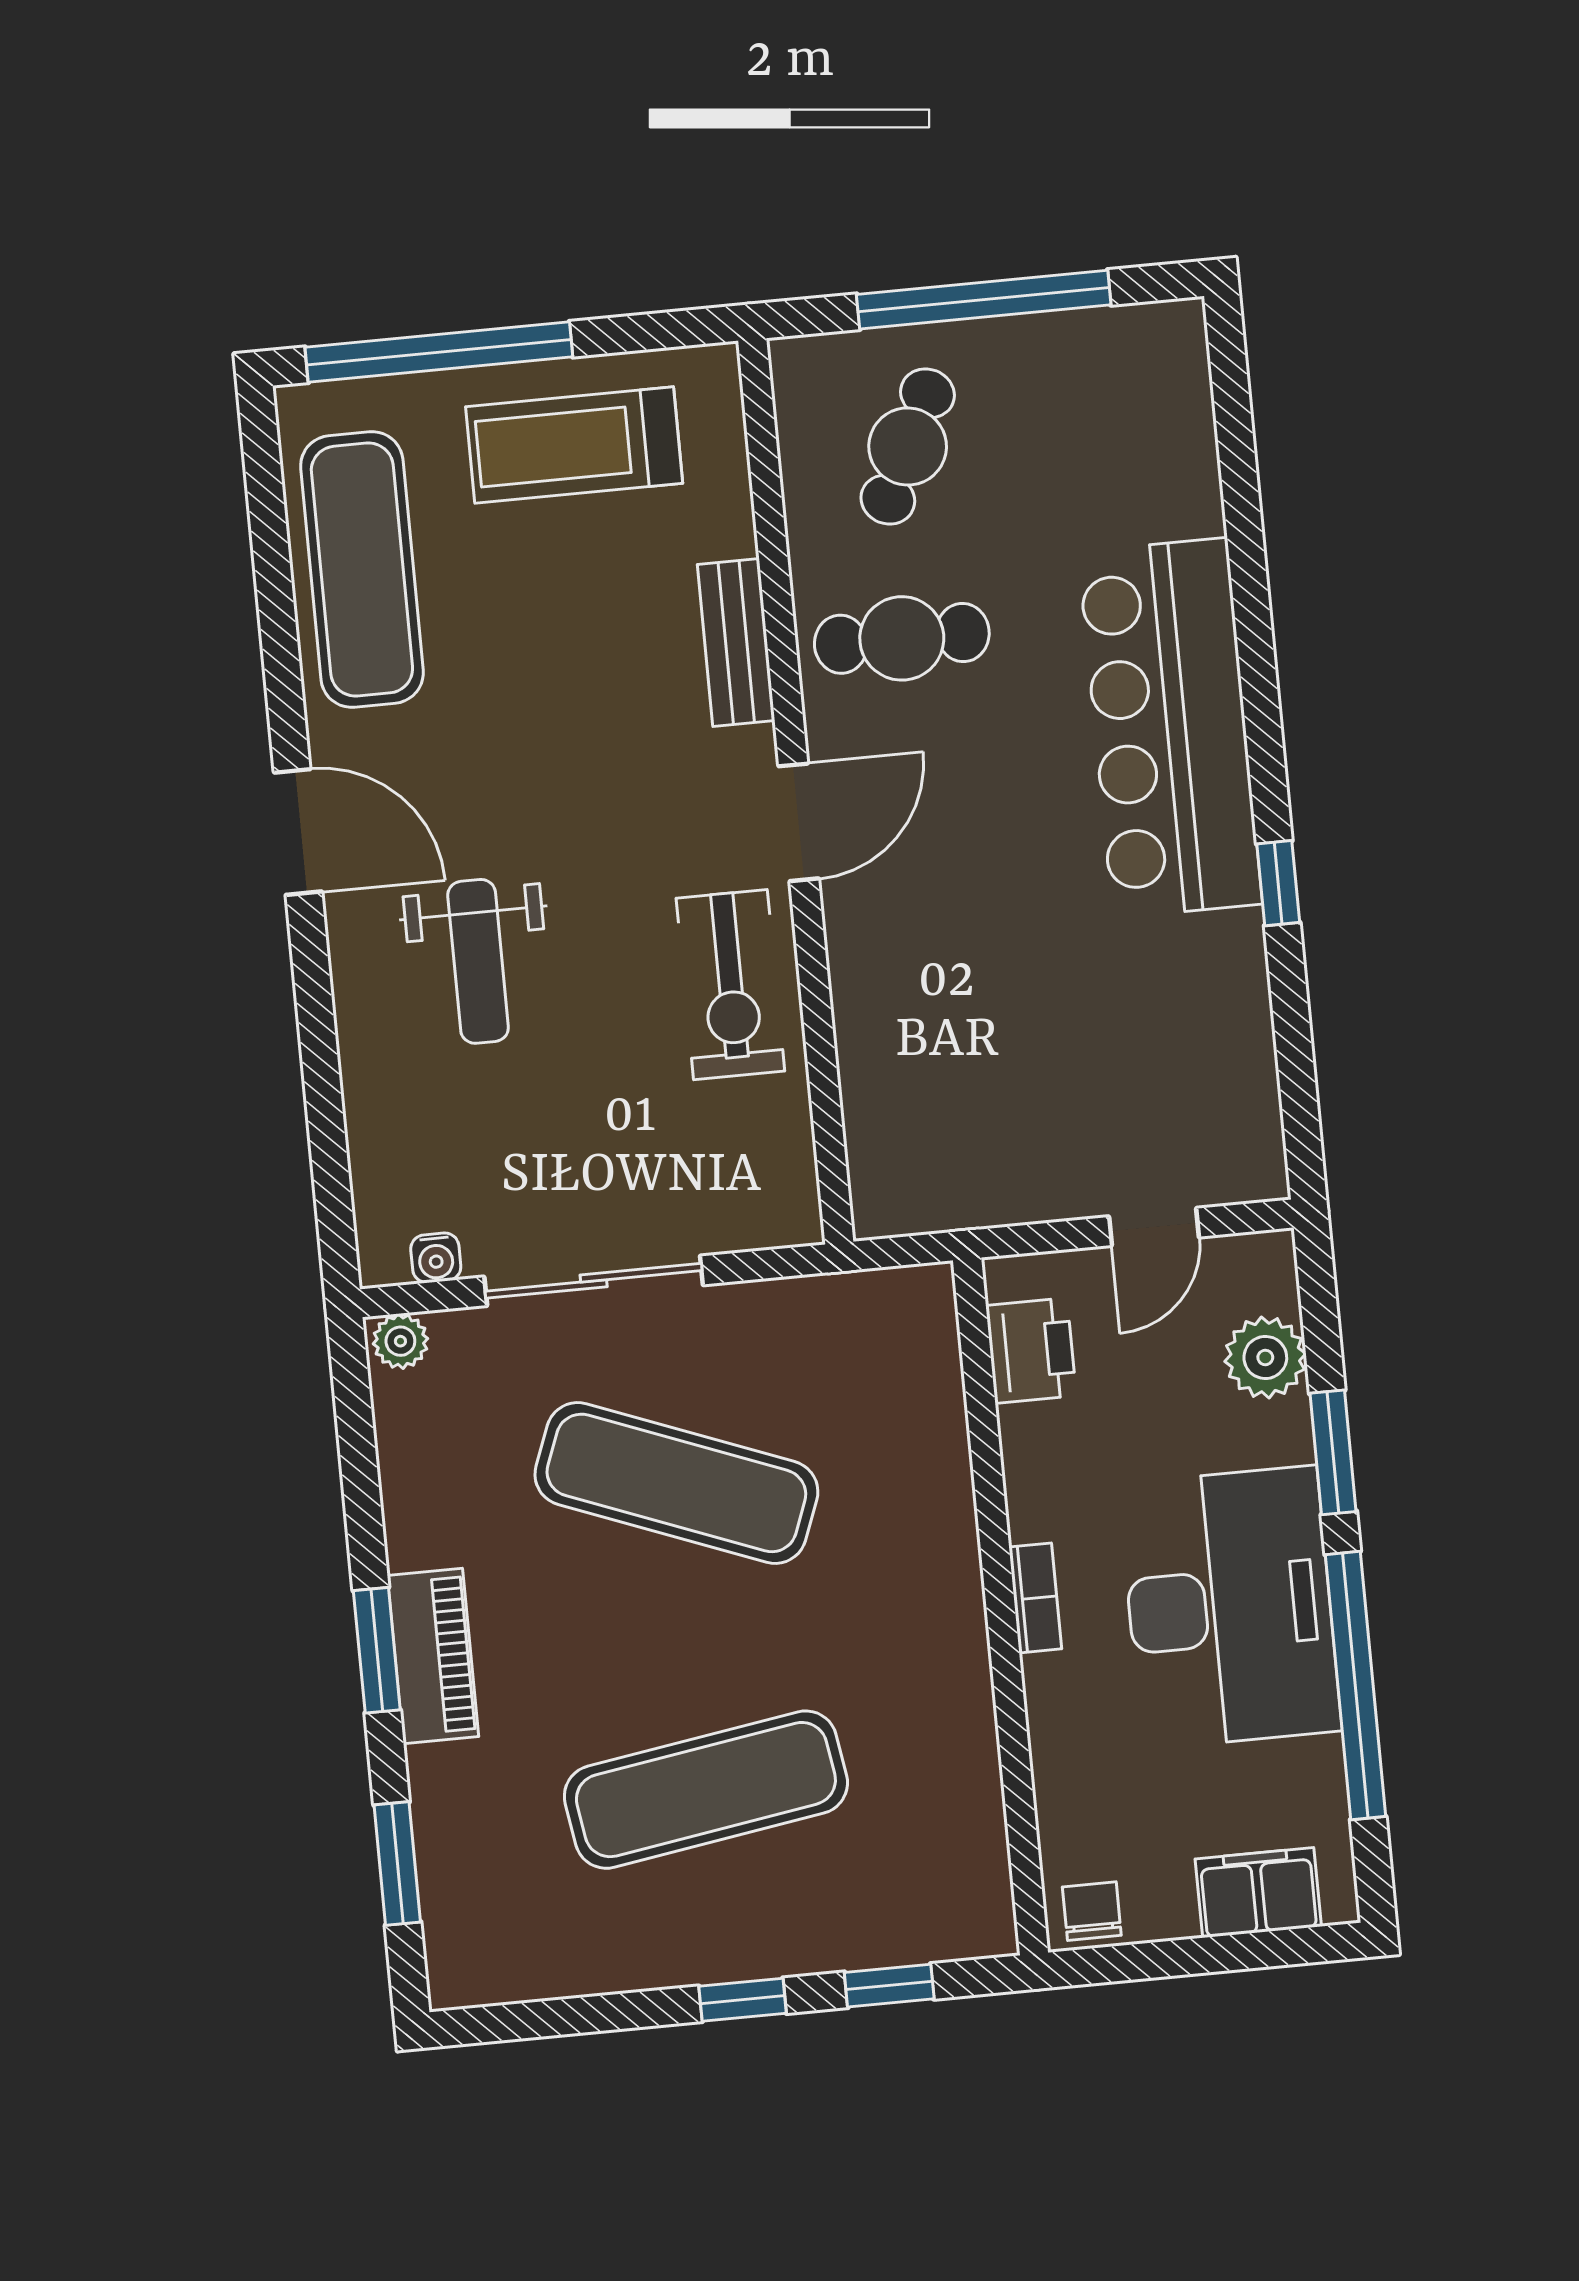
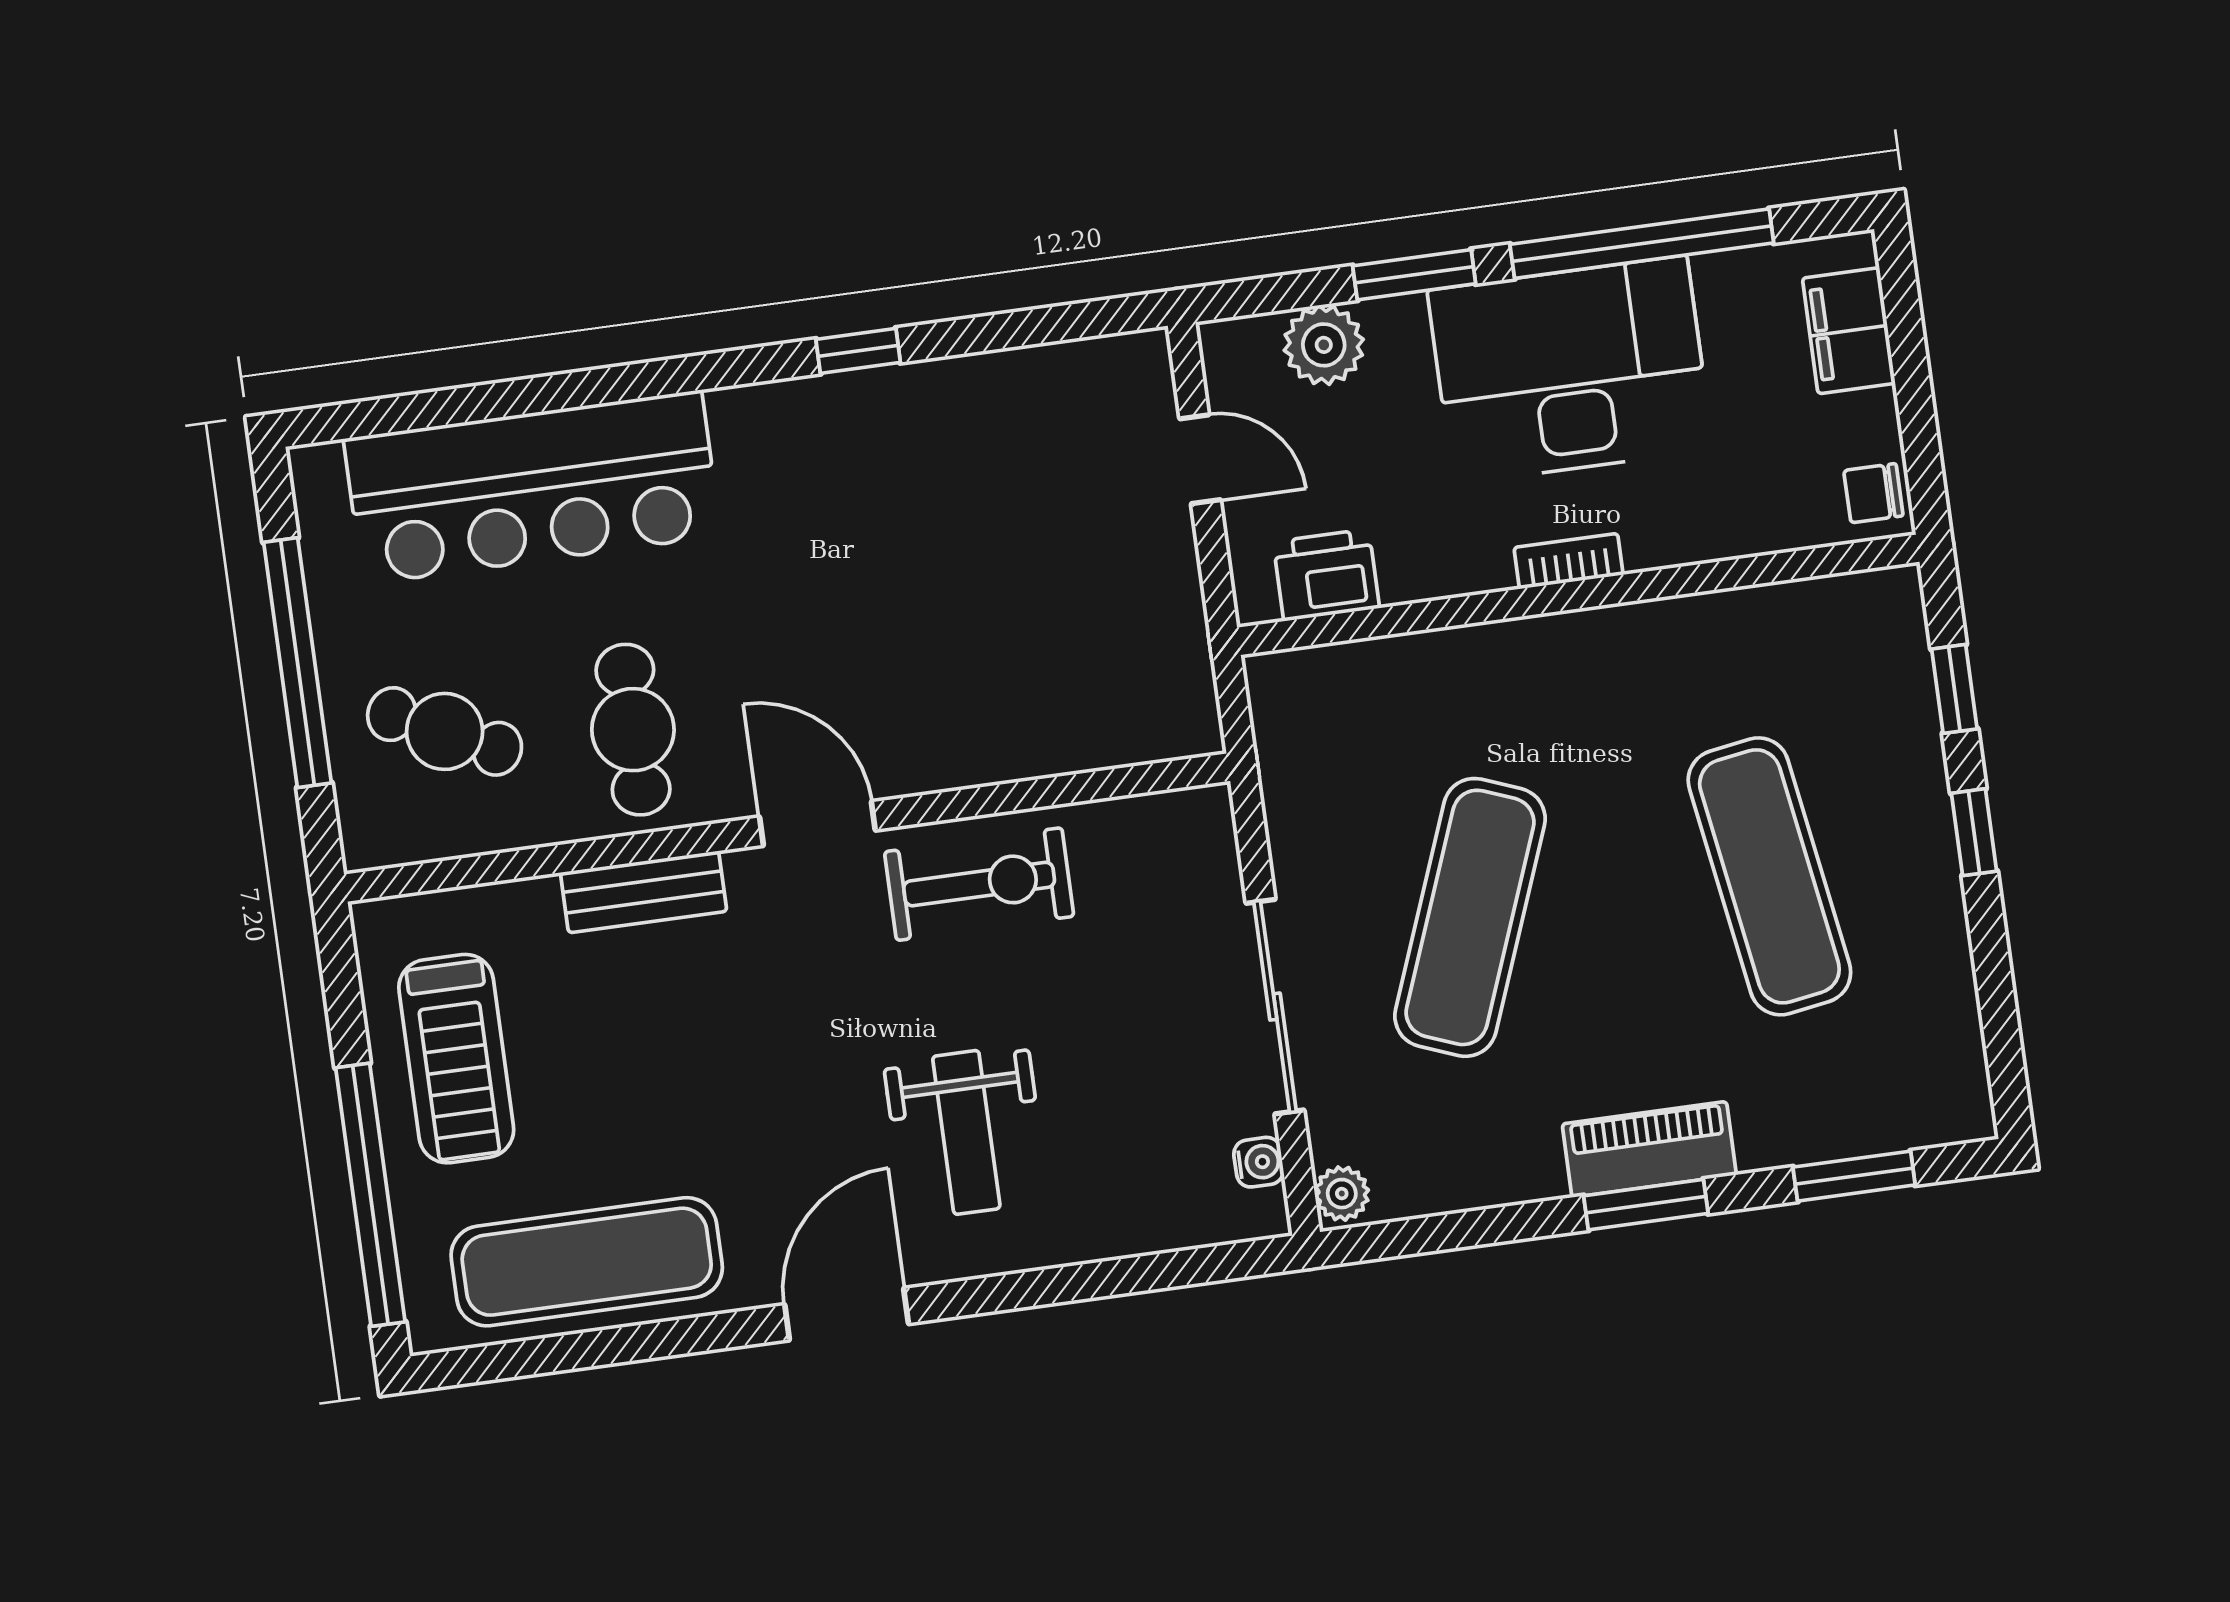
bar counter: (1170, 728) -> (532, 487), moved
weight bench: (478, 961) -> (966, 1132), turned 90

